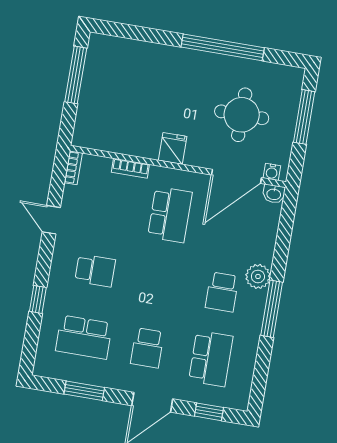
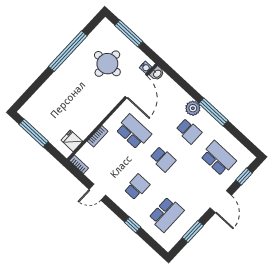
fridge: (173, 148) -> (72, 141), moved
school desk: (147, 348) -> (163, 159), moved

